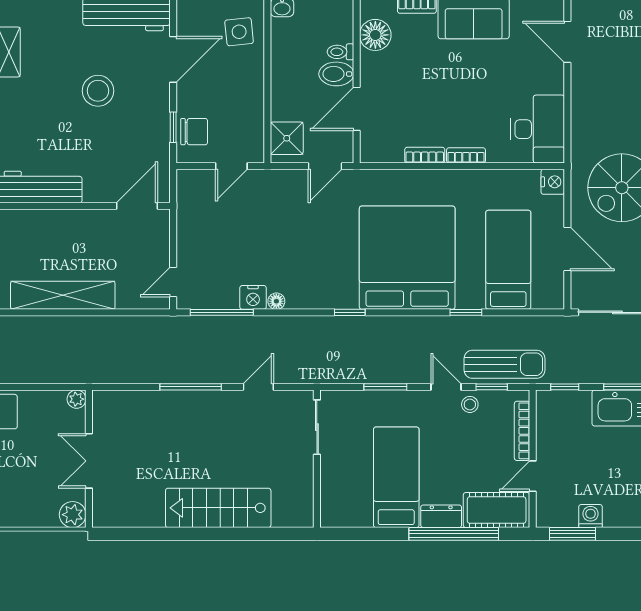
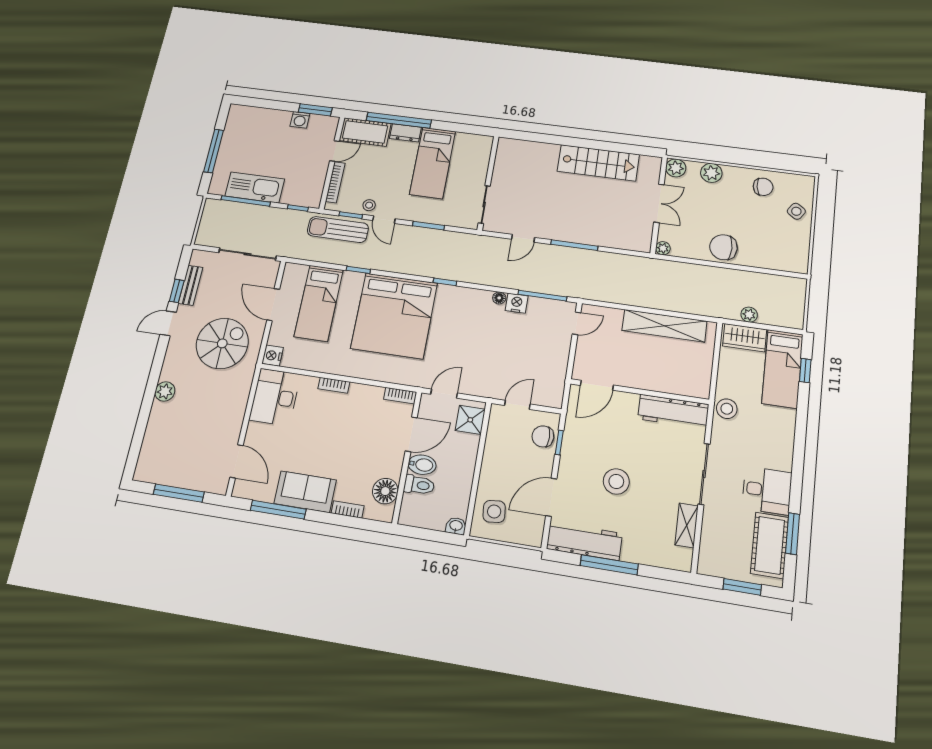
toilet: (340, 52) -> (419, 485), width x1.37, depth x1.39
bookcase: (425, 155) -> (400, 396), moved
stairs: (218, 508) -> (598, 163), moved
plant: (26, 514) -> (711, 173), added

